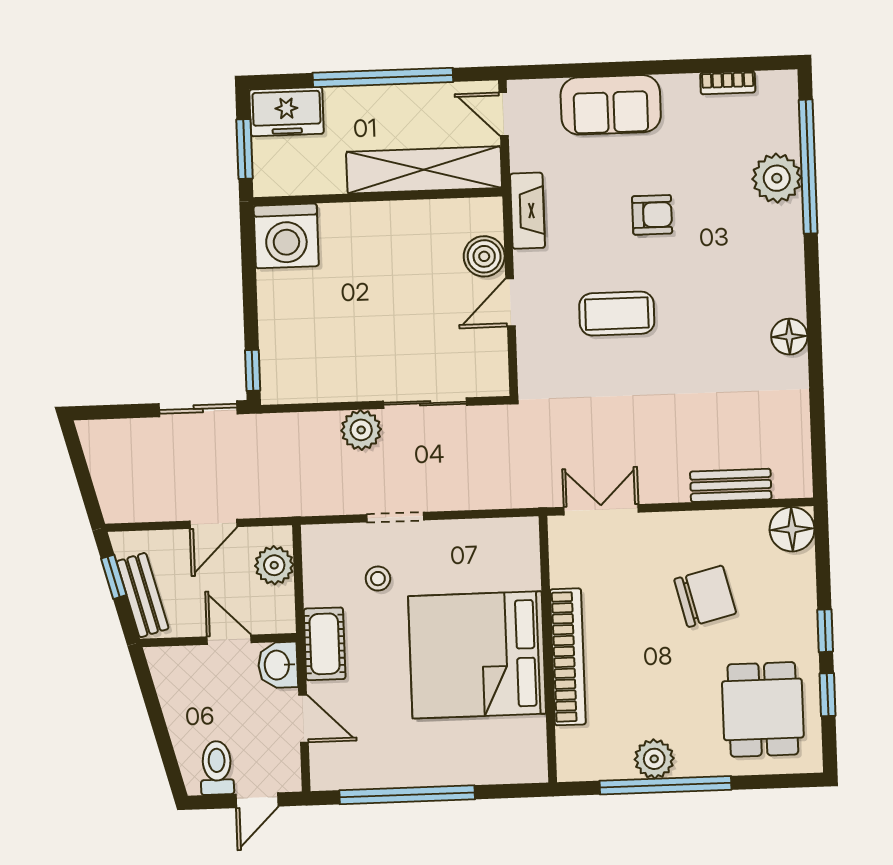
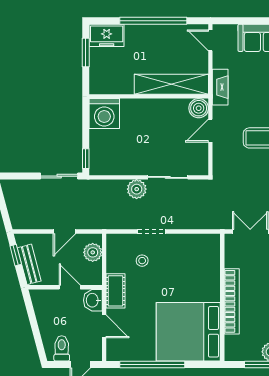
shelving: (424, 170) -> (171, 84), moved
wall: (378, 197) -> (149, 96), moved
washing machine: (286, 236) -> (104, 114), moved
bed: (477, 655) -> (188, 332), moved

